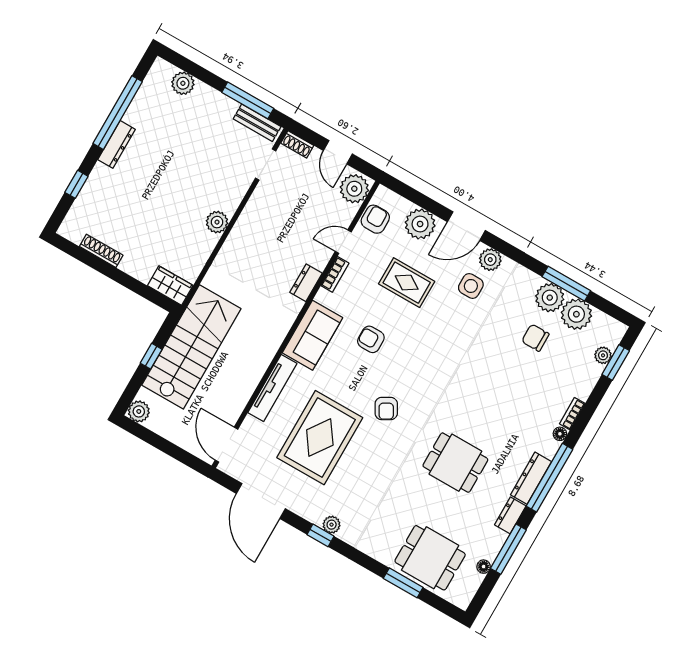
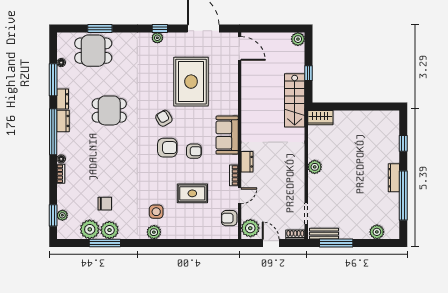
armchair: (375, 219) -> (229, 218), turned 90
plant: (420, 224) -> (203, 230), removed
door: (466, 226) -> (177, 243), removed
shoe rack: (101, 251) -> (369, 115), removed
stairs: (191, 347) -> (295, 100), width x0.73, depth x0.66
armchair: (405, 365) -> (167, 148), added
tv unit: (272, 388) -> (232, 94), removed
dresser: (531, 478) -> (63, 121), width x0.70

